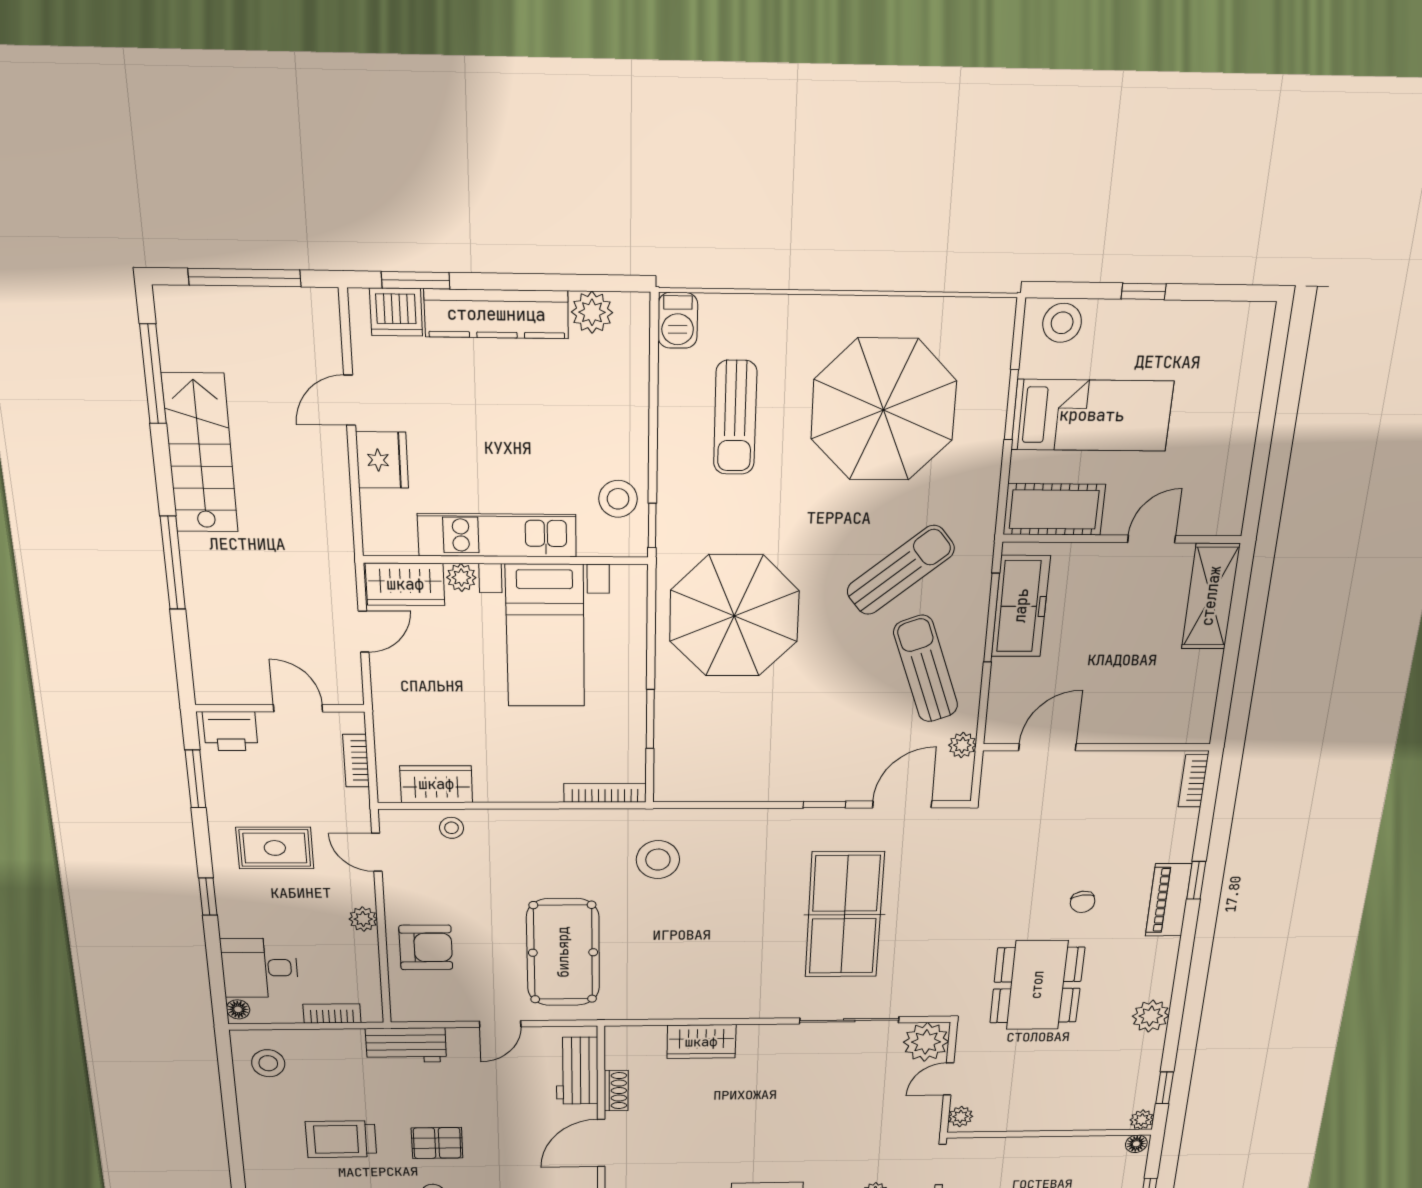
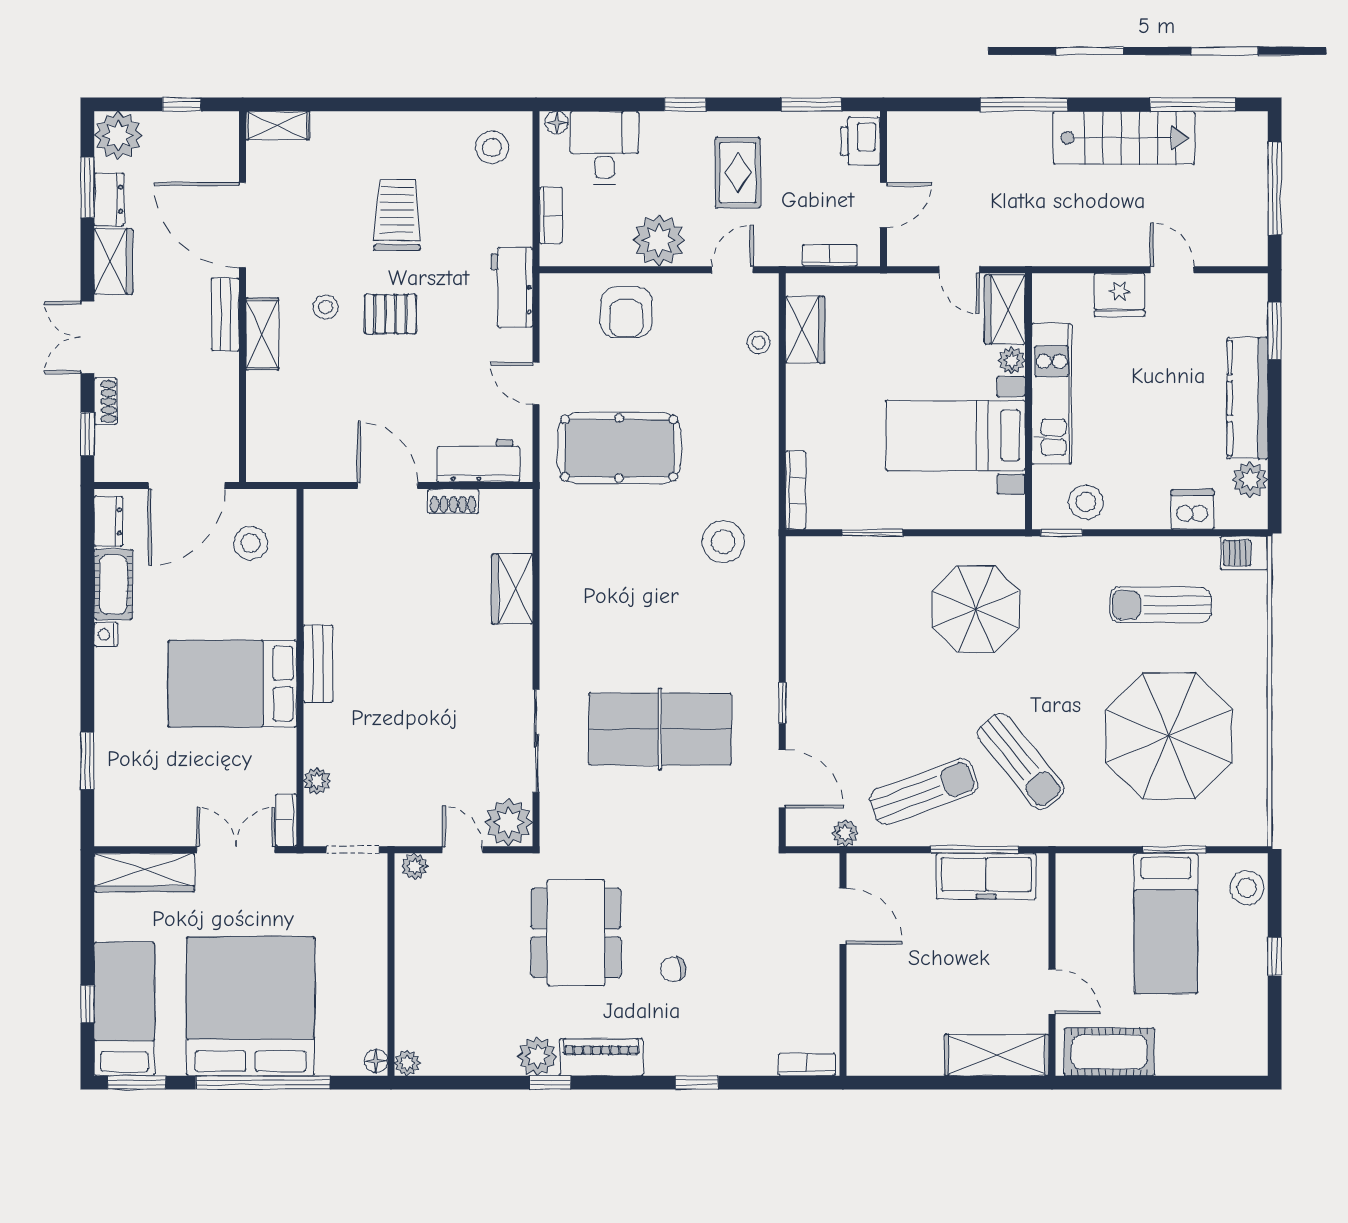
dishwasher: (396, 312) -> (1193, 509), moved, turned 90
cot: (1054, 509) -> (1109, 1052), moved, turned 90
parasol: (734, 616) -> (976, 609), width x0.73, depth x0.73
piano: (1169, 900) -> (601, 1057), moved
plant: (363, 919) -> (659, 240), width x1.88, depth x1.88
dining table: (1037, 985) -> (576, 933), turned 90
window: (1165, 1088) -> (550, 1083), moved
pallet: (437, 1143) -> (390, 314), turned 90

